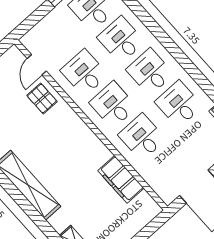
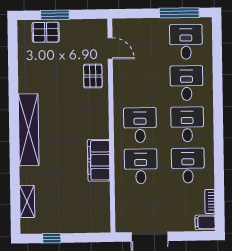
door: (37, 65) -> (110, 48), swing flipped
desk: (84, 73) -> (139, 84), removed
filing cabinet: (121, 179) -> (99, 160), moved

